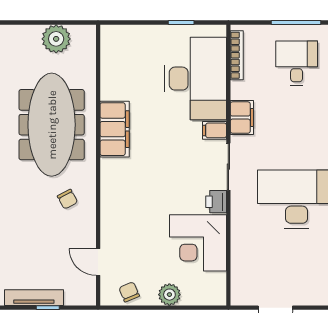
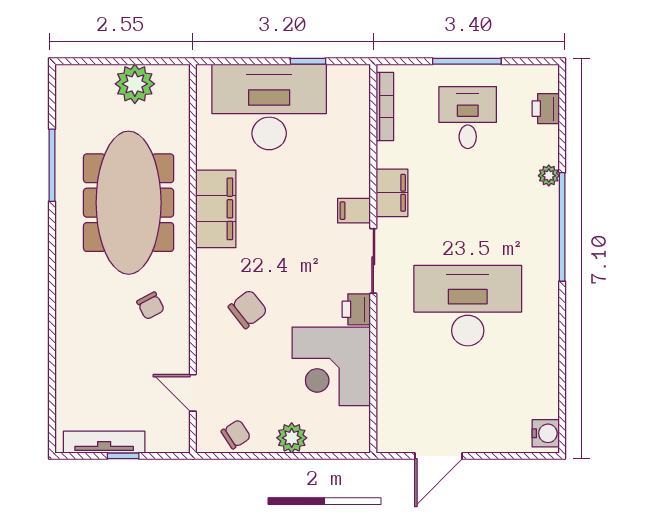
desk: (195, 79) -> (269, 107), moved, turned -90
chair: (138, 202) -> (248, 309), added
chair: (129, 292) -> (236, 434), turned 80

